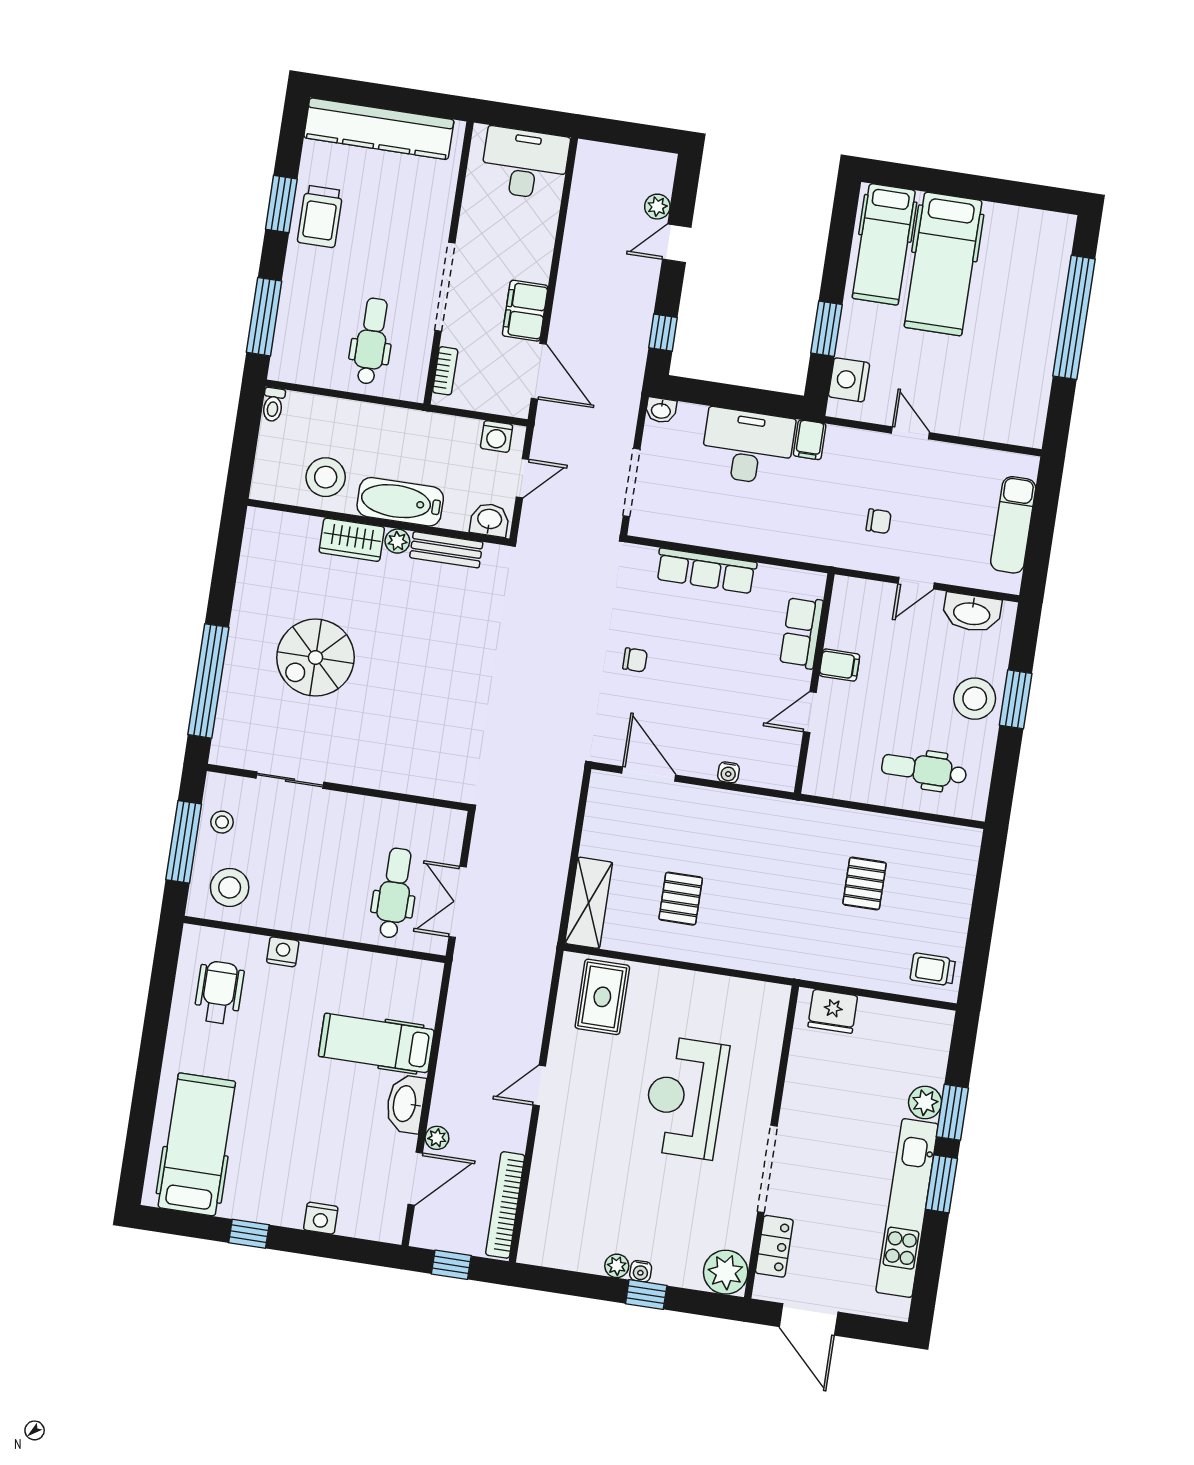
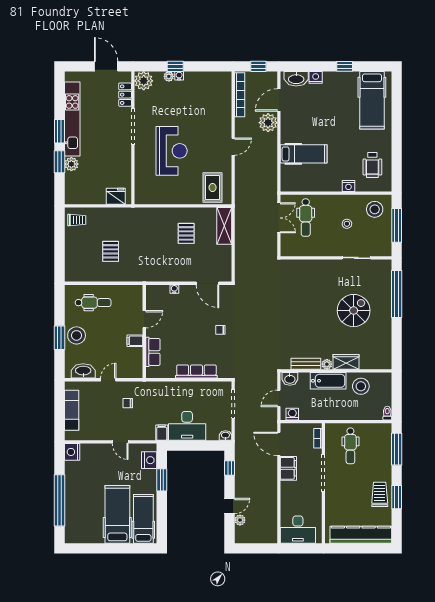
nightstand: (1027, 427) -> (72, 452), added
stool: (222, 822) -> (347, 224), moved
washbasin: (405, 1104) -> (296, 79), moved, turned 90
plant: (437, 1138) -> (268, 123), width x1.87, depth x1.87
plant: (617, 1266) -> (169, 76), moved

